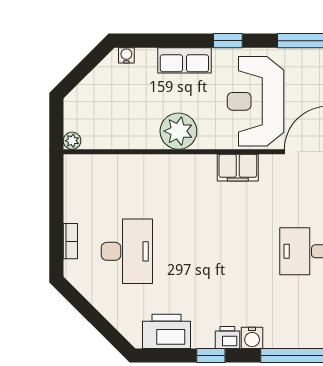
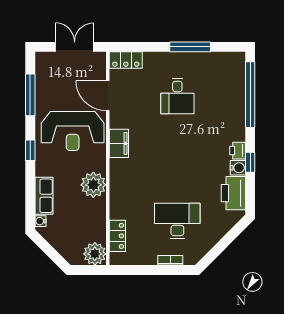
row of seats: (184, 60) -> (44, 196), moved
plant: (72, 141) -> (95, 254), width x1.87, depth x1.87
locker: (105, 165) -> (117, 236), added
water cooler: (252, 338) -> (238, 168), moved

